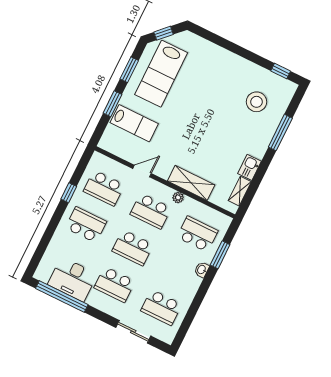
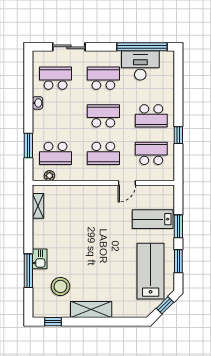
kitchen sink: (250, 167) -> (40, 259), moved
shelving: (191, 183) -> (91, 309), moved
plant: (178, 198) -> (49, 176), moved
school desk: (151, 211) -> (103, 153), turned 180
washbasin: (202, 270) -> (38, 103), moved

